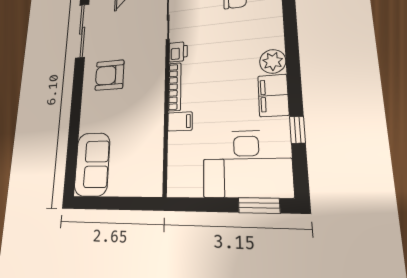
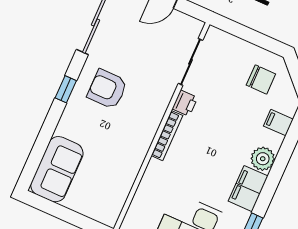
window: (77, 93) -> (66, 89), added
filing cabinet: (180, 121) -> (278, 123), moved, turned 180

